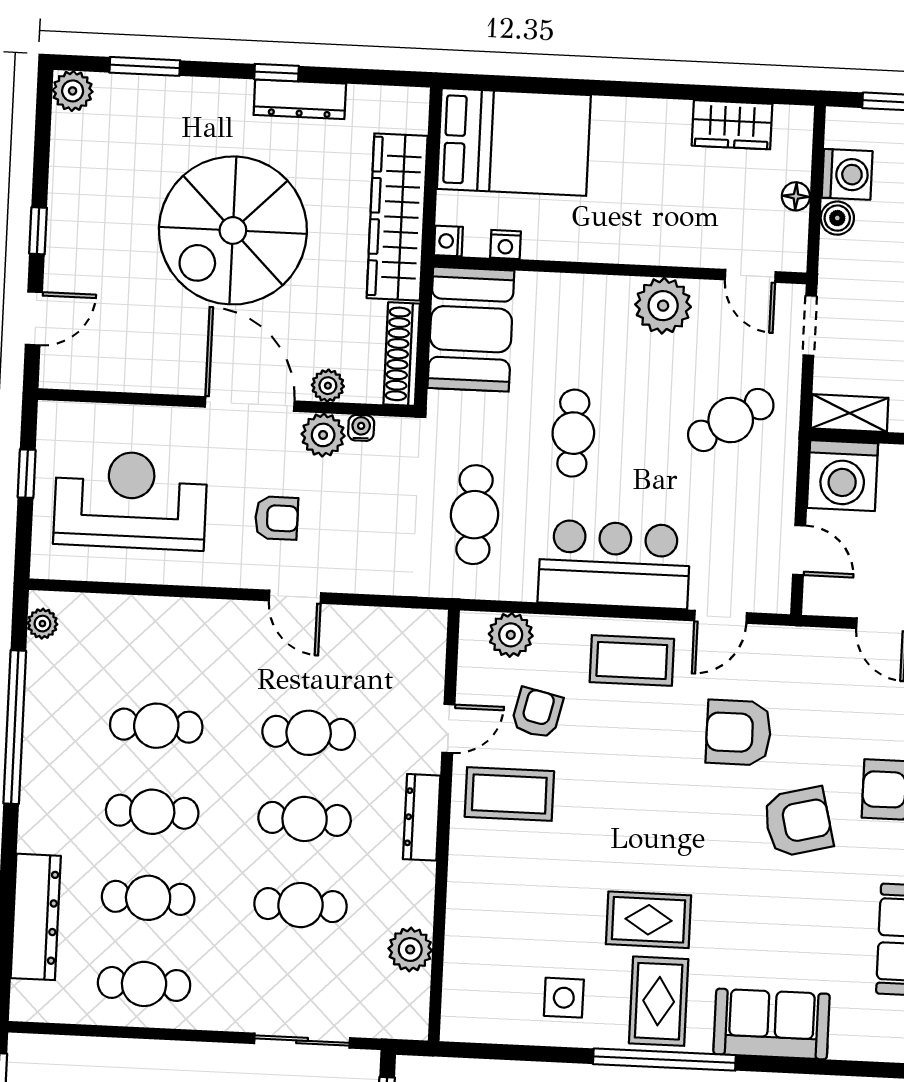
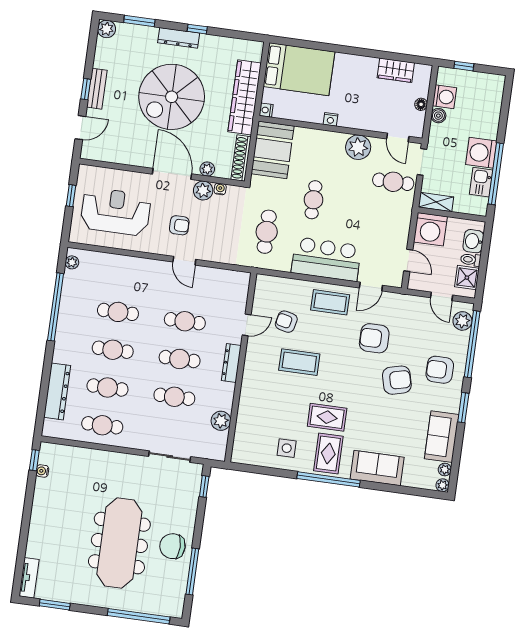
dresser: (300, 99) -> (179, 38), moved
bench: (63, 228) -> (97, 89), added
nightstand: (505, 245) -> (331, 119), moved
cafe table: (731, 420) -> (393, 182), moved, turned 32
plant: (511, 635) -> (278, 286), removed
armchair: (537, 713) -> (286, 322), turned -90
coffee table: (509, 794) -> (299, 362), moved

